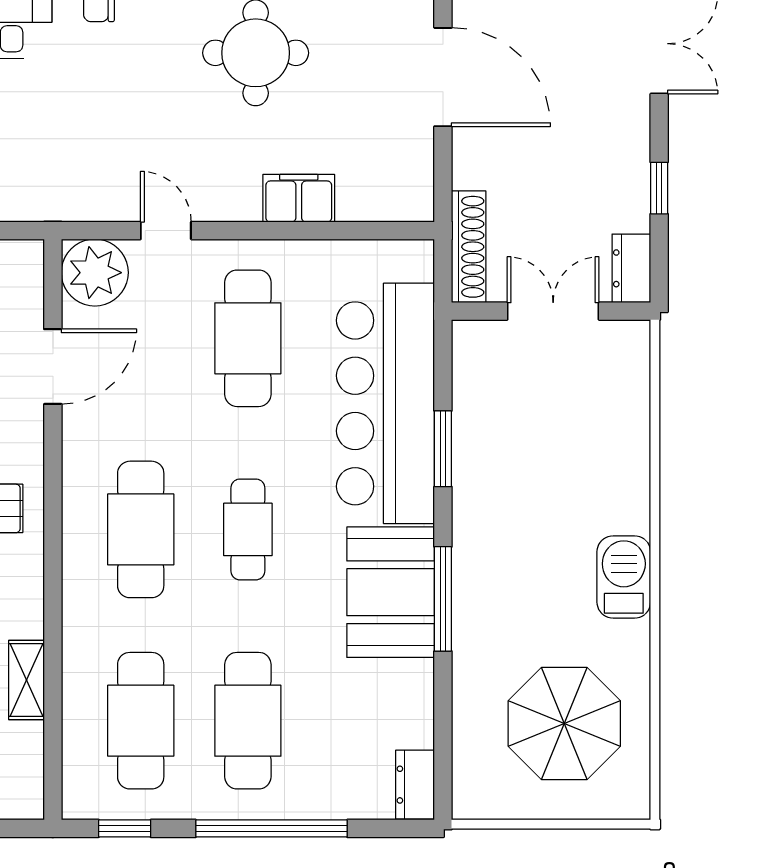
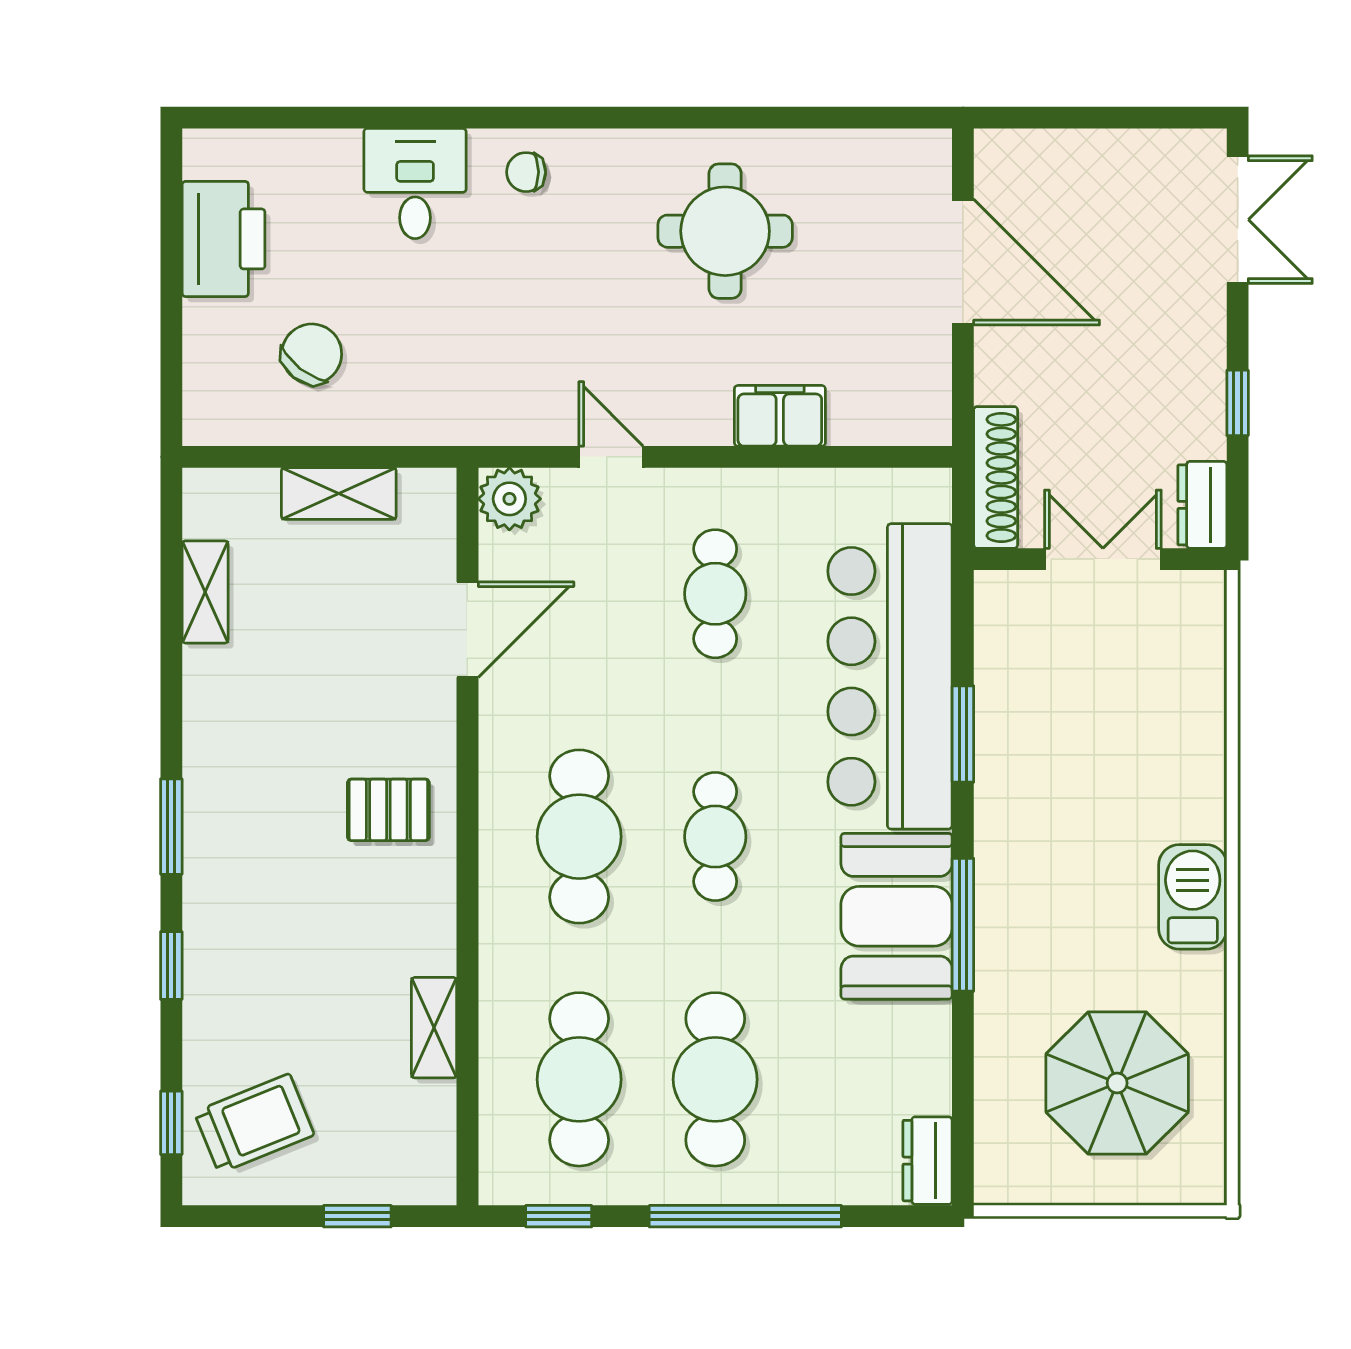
plant: (95, 273) -> (509, 499), width x0.73, depth x0.73
cafe table: (248, 338) -> (715, 594), width x0.73, depth x0.74

